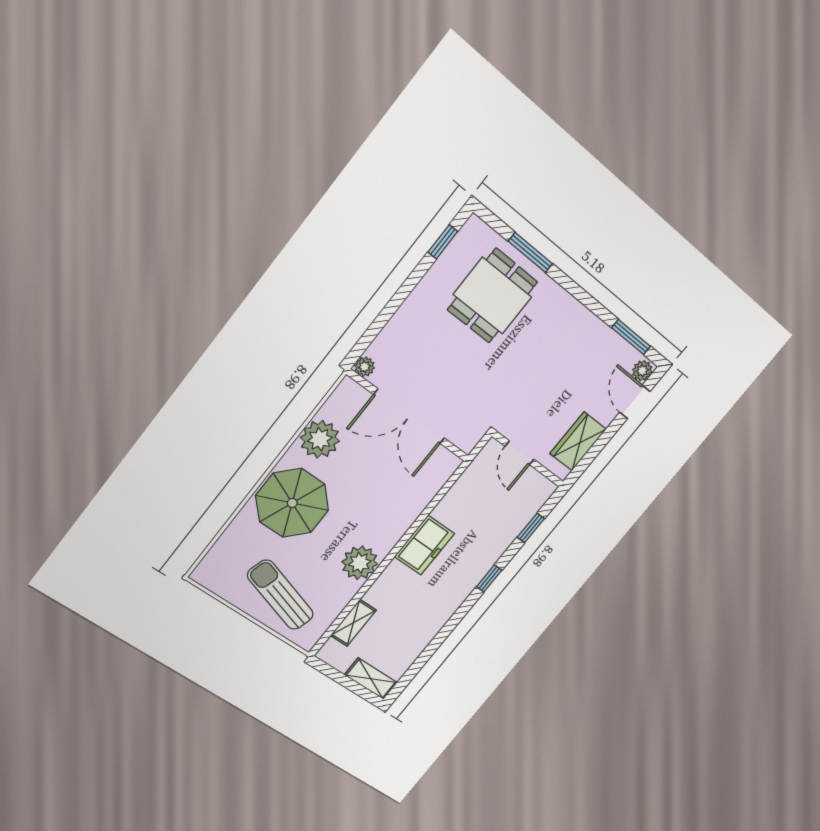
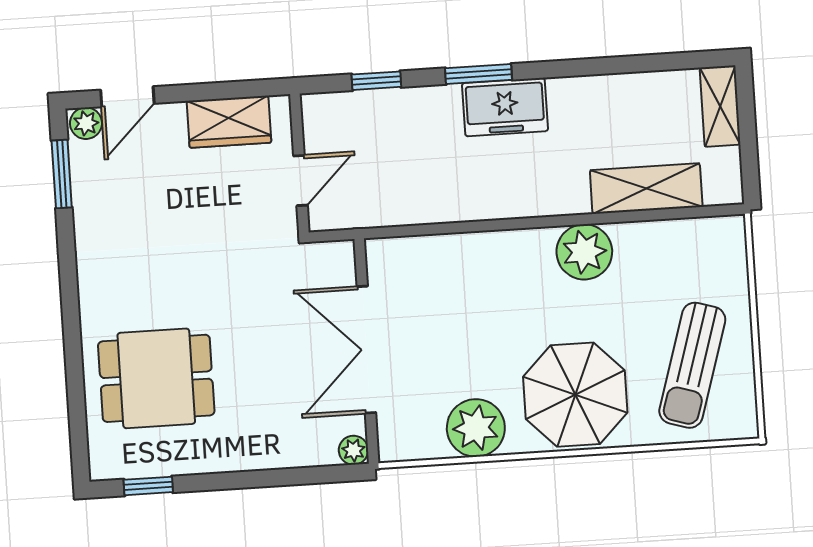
window: (530, 252) -> (75, 380), removed
double door: (409, 416) -> (366, 350), swing flipped
freezer: (424, 545) -> (505, 107), moved, turned 180
window: (489, 578) -> (479, 74), width x1.50
sun lounger: (281, 595) -> (692, 365), moved
shelving: (353, 623) -> (646, 189), width x1.50, depth x1.33

